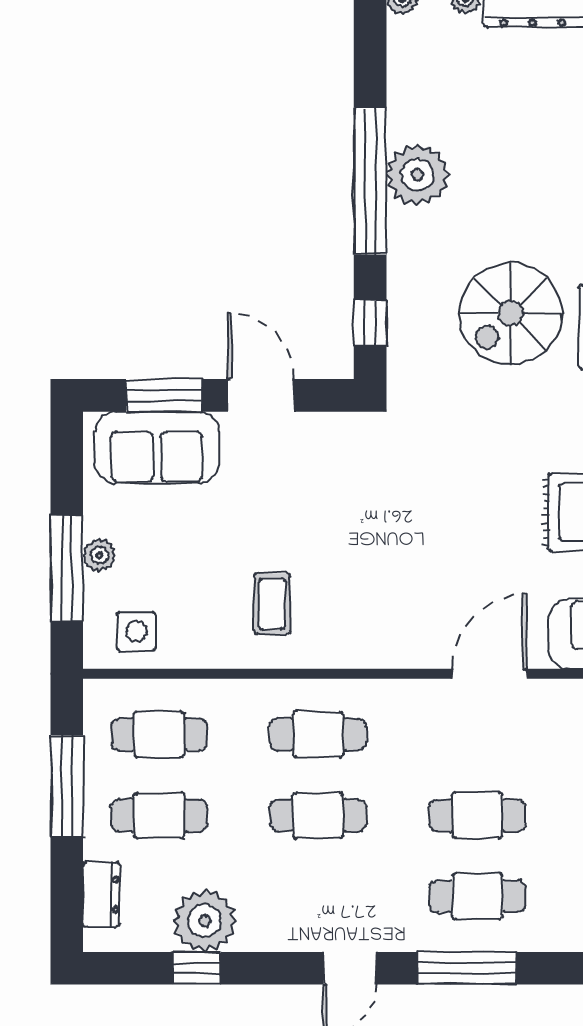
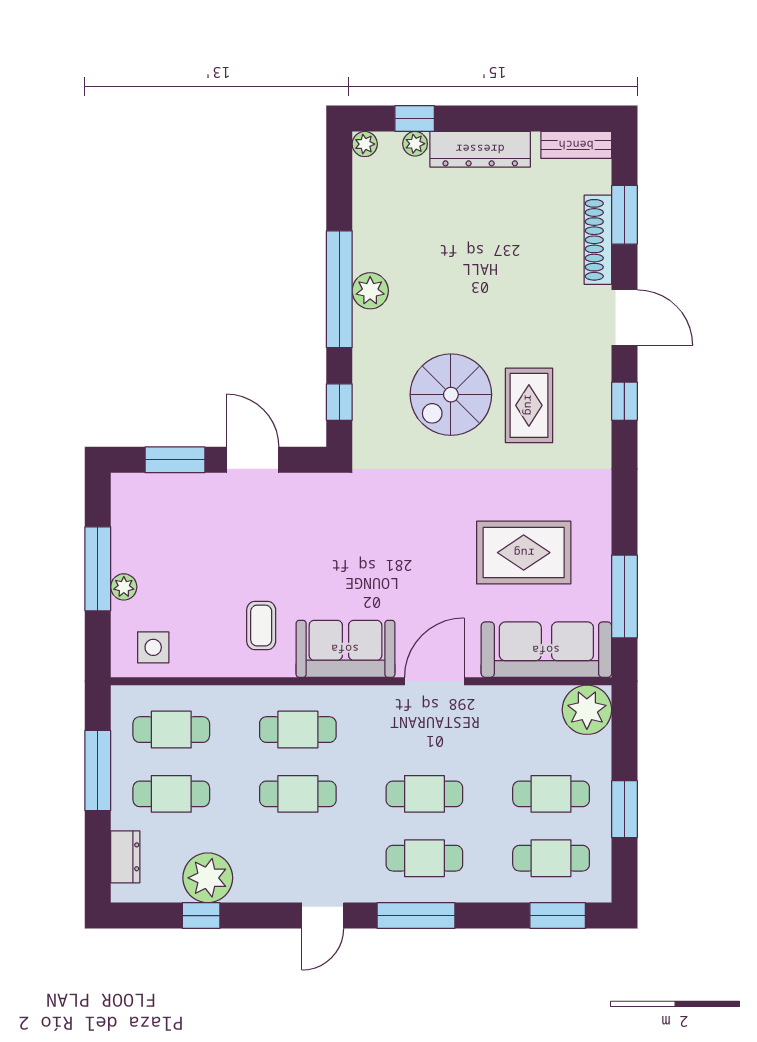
plant: (417, 175) -> (370, 291), width x0.73, depth x0.73
sofa: (157, 447) -> (345, 649), moved, turned 180
window: (67, 568) -> (98, 569), moved

